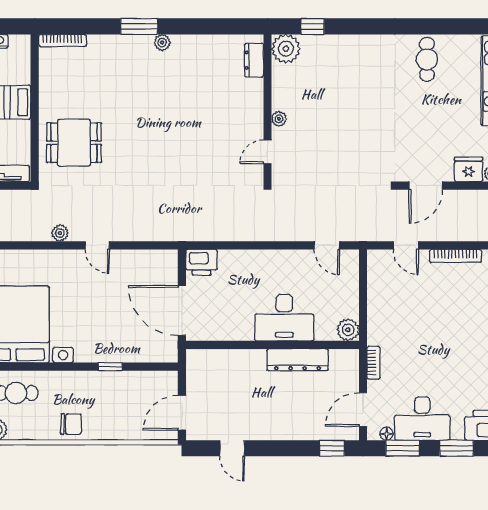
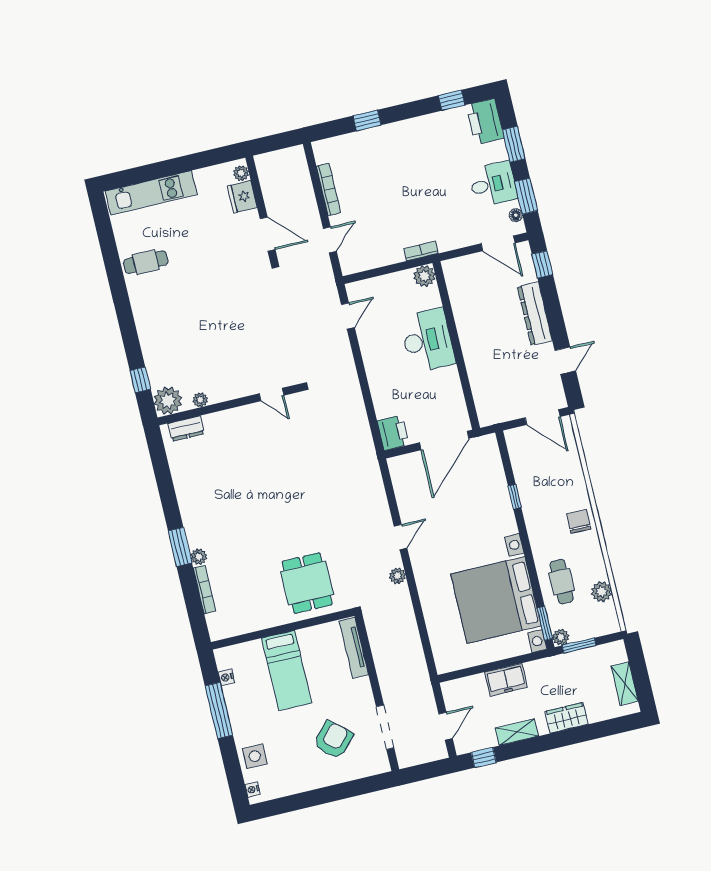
bookcase: (62, 40) -> (204, 589), moved
plant: (162, 42) -> (199, 557), moved
plant: (279, 119) -> (200, 400), moved
dresser: (298, 360) -> (535, 314), moved, turned 180
bookcase: (374, 363) -> (421, 251), moved
desk: (422, 419) -> (493, 184), width x0.73

